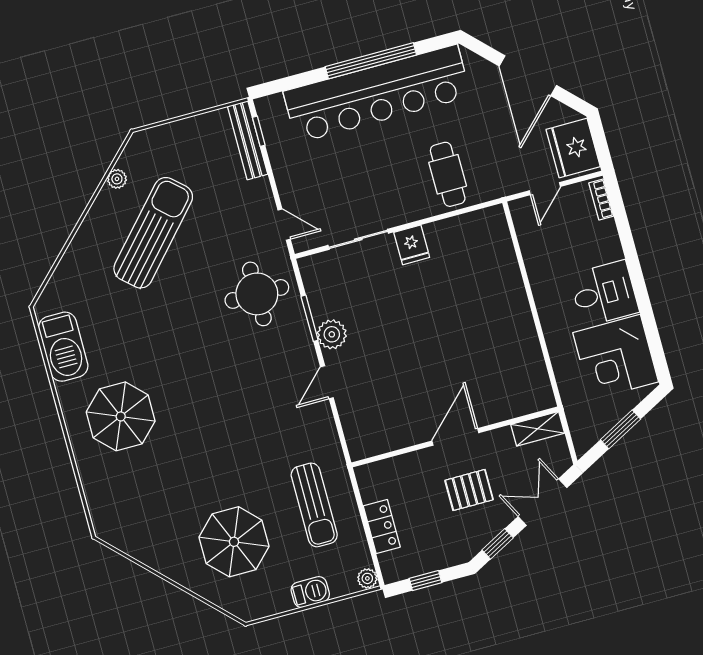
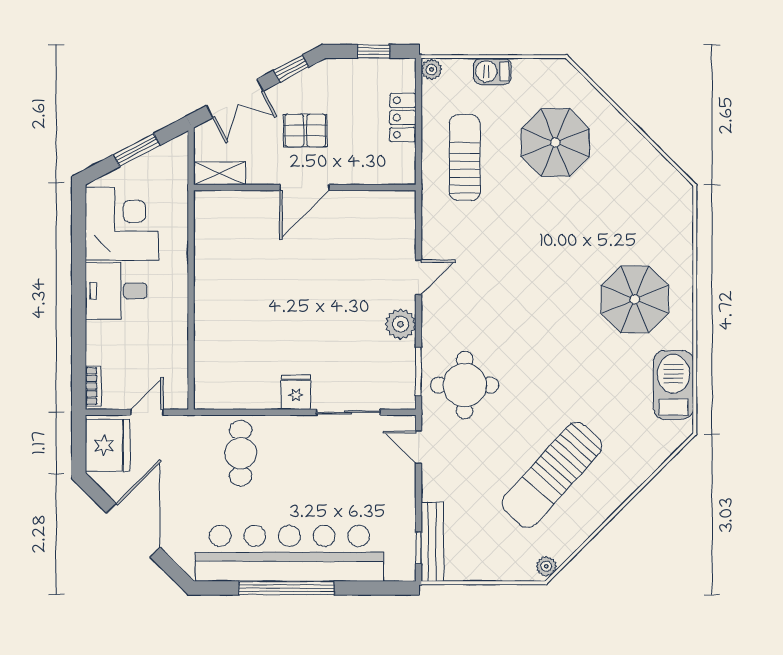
plant: (117, 179) -> (546, 566), moved
window: (310, 318) -> (418, 372), moved

